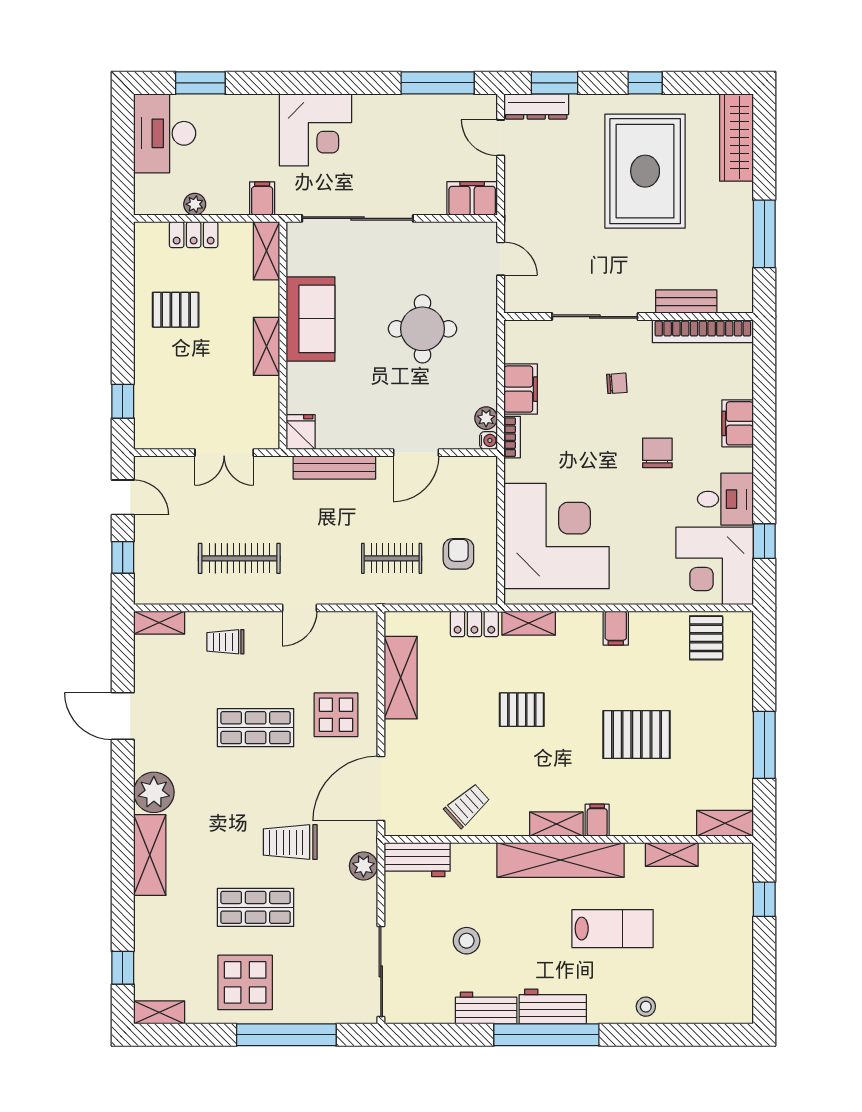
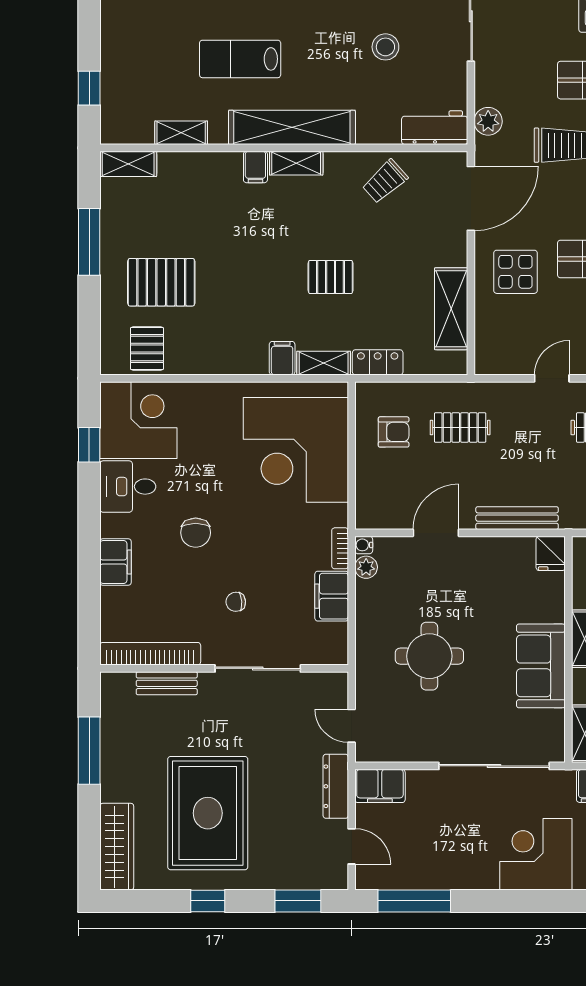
dresser: (536, 106) -> (336, 786), moved, turned -90
armchair: (458, 554) -> (394, 432), turned -90
filing cabinet: (616, 628) -> (282, 358), moved
pallet: (637, 735) -> (161, 282), moved

